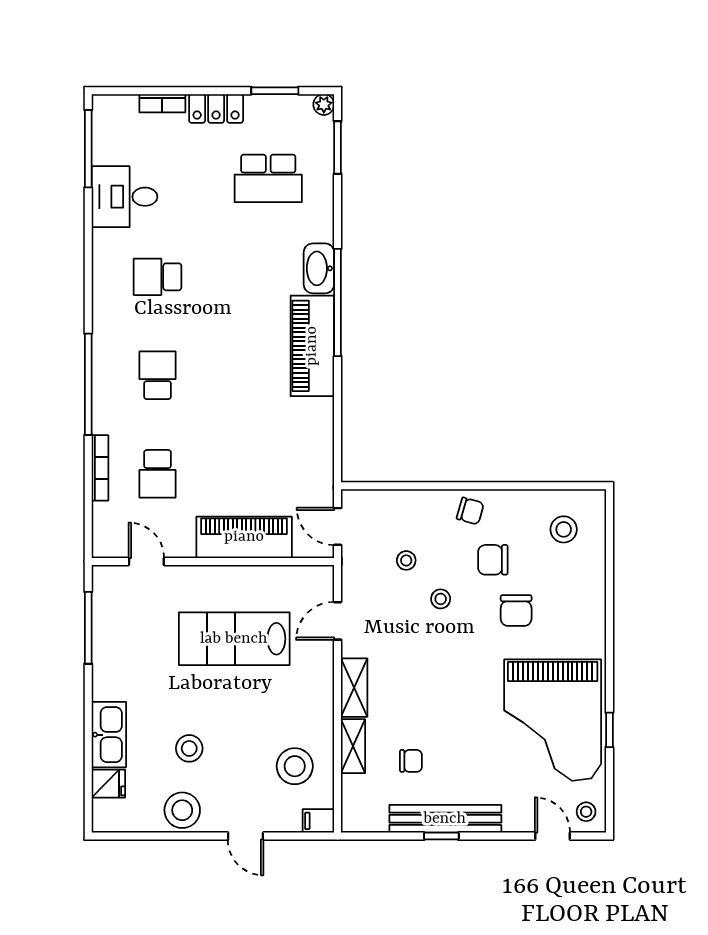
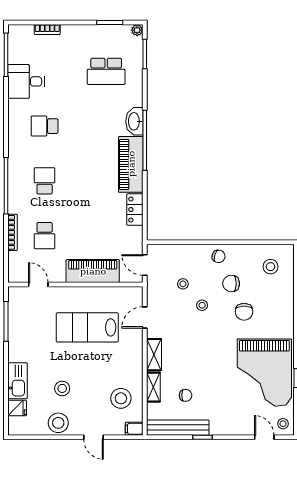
locker: (216, 108) -> (135, 210), moved, turned 90
bench: (445, 819) -> (178, 428), moved

